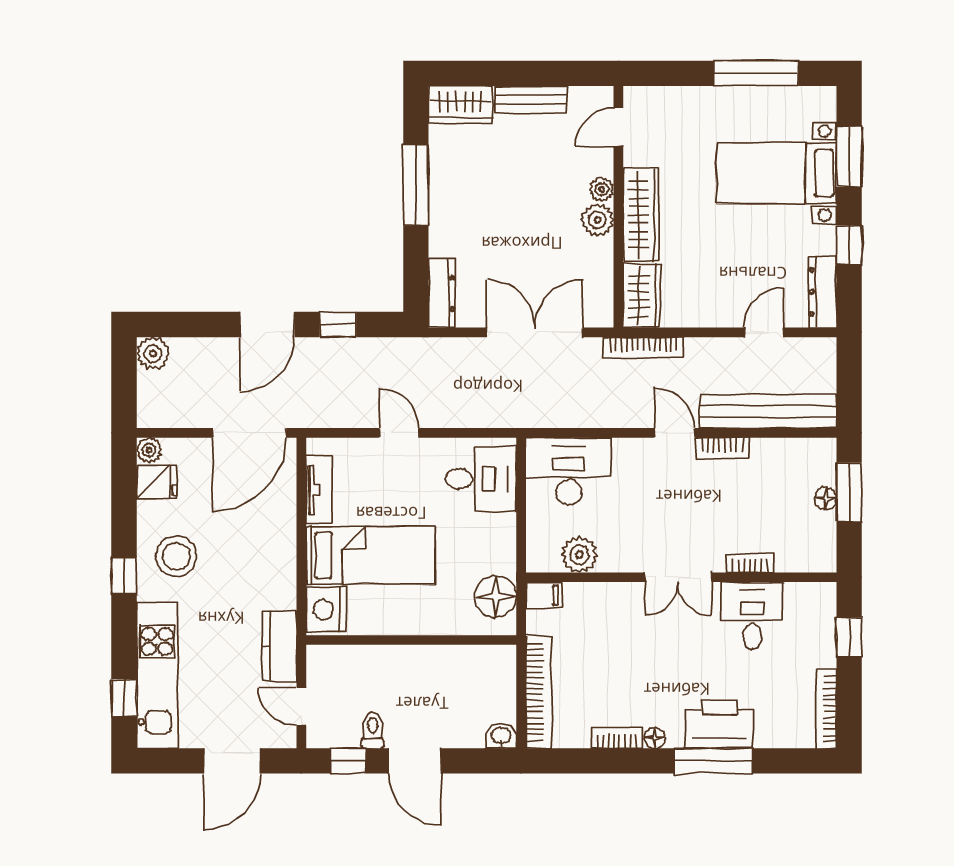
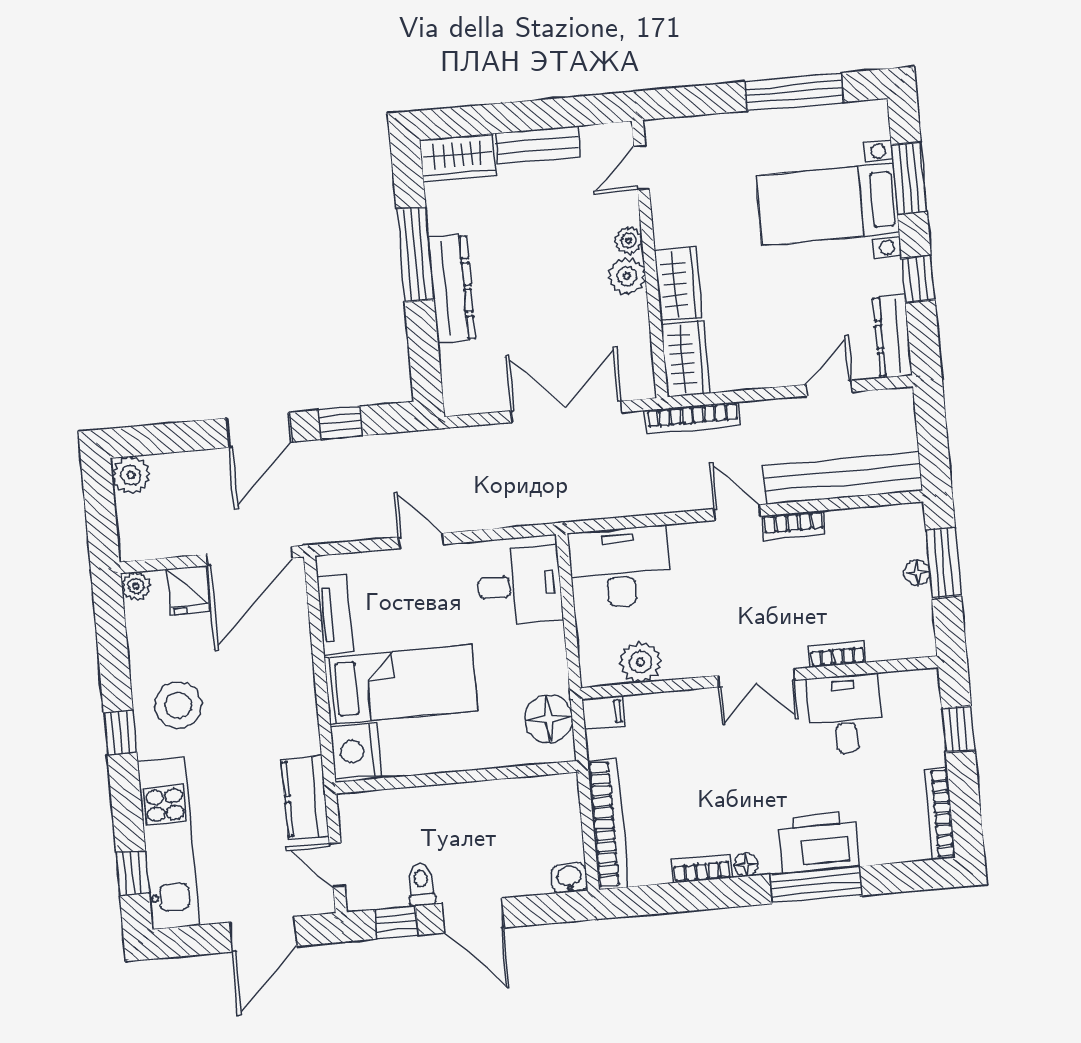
wardrobe: (641, 215) -> (678, 284), width x0.67
dresser: (442, 294) -> (452, 289), moved, width x1.37, depth x1.24
fridge: (157, 482) -> (188, 590), moved, turned 90

